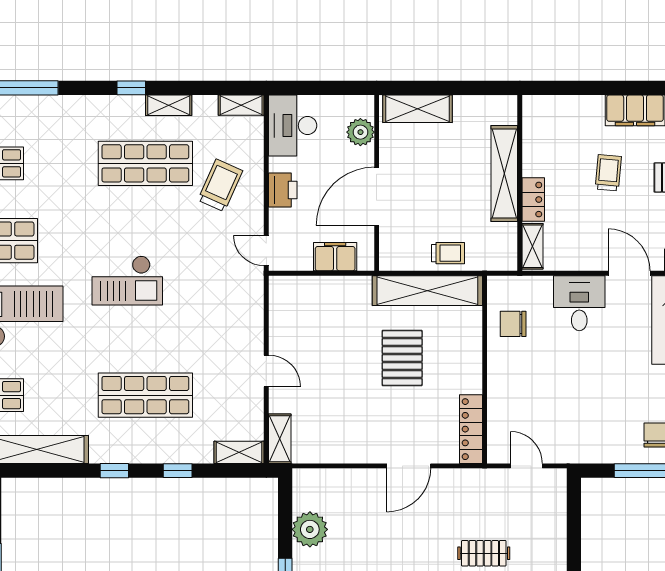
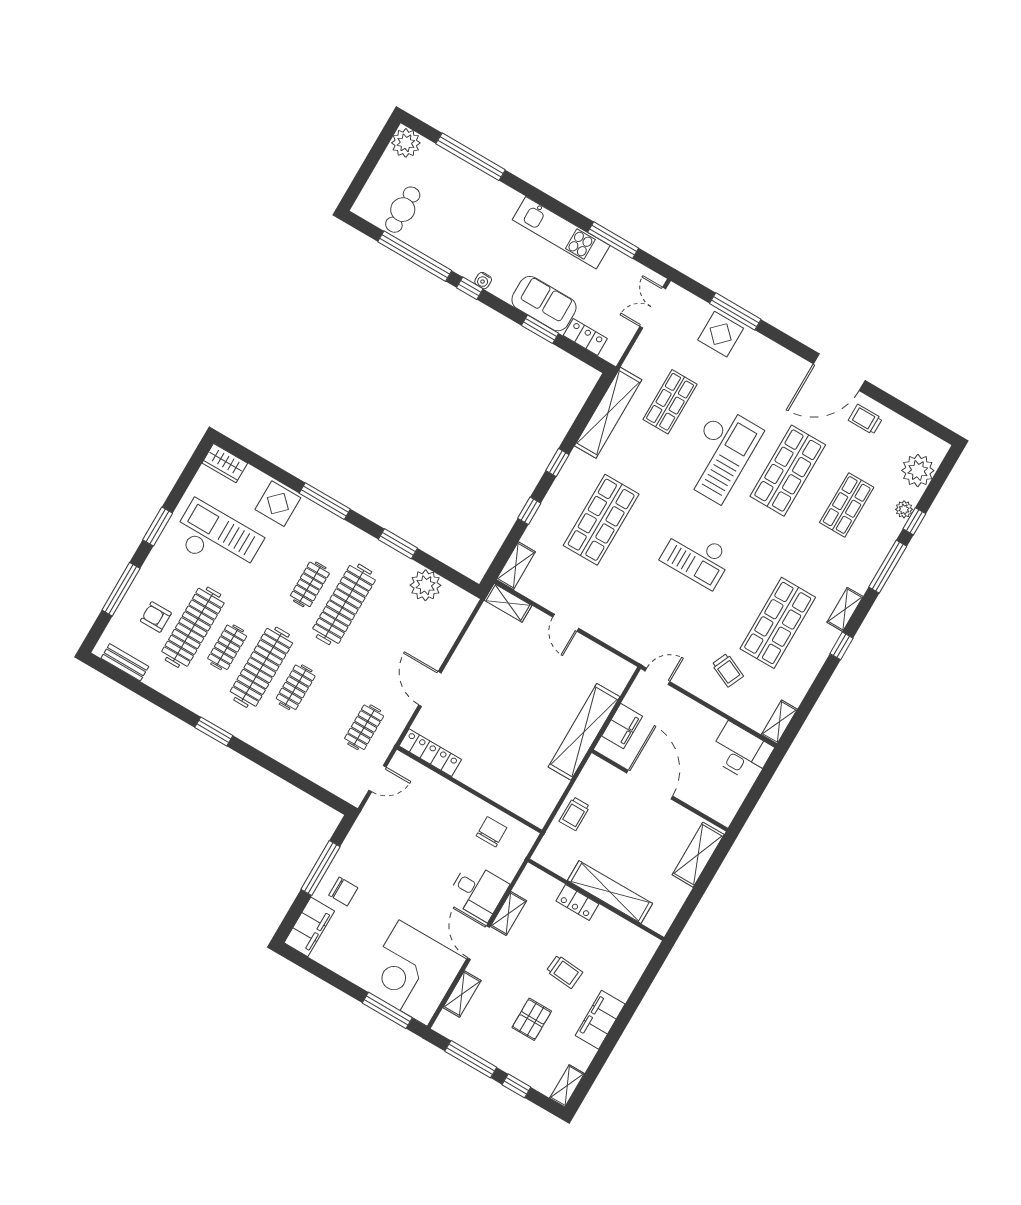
shelving: (169, 105) -> (845, 609), moved
plant: (360, 132) -> (706, 801), removed
trolley: (220, 185) -> (728, 670), width x0.73, depth x0.72
printer: (283, 190) -> (696, 716), removed
shelving: (533, 246) -> (508, 913), moved, turned 90
door: (629, 273) -> (478, 943), swing flipped
checkout: (127, 281) -> (697, 557), turned -90
shelving: (427, 291) -> (584, 732), moved
pallet: (402, 358) -> (515, 732), removed
door: (266, 371) -> (566, 623), hinge flipped
clothes rail: (484, 553) -> (364, 727), moved

